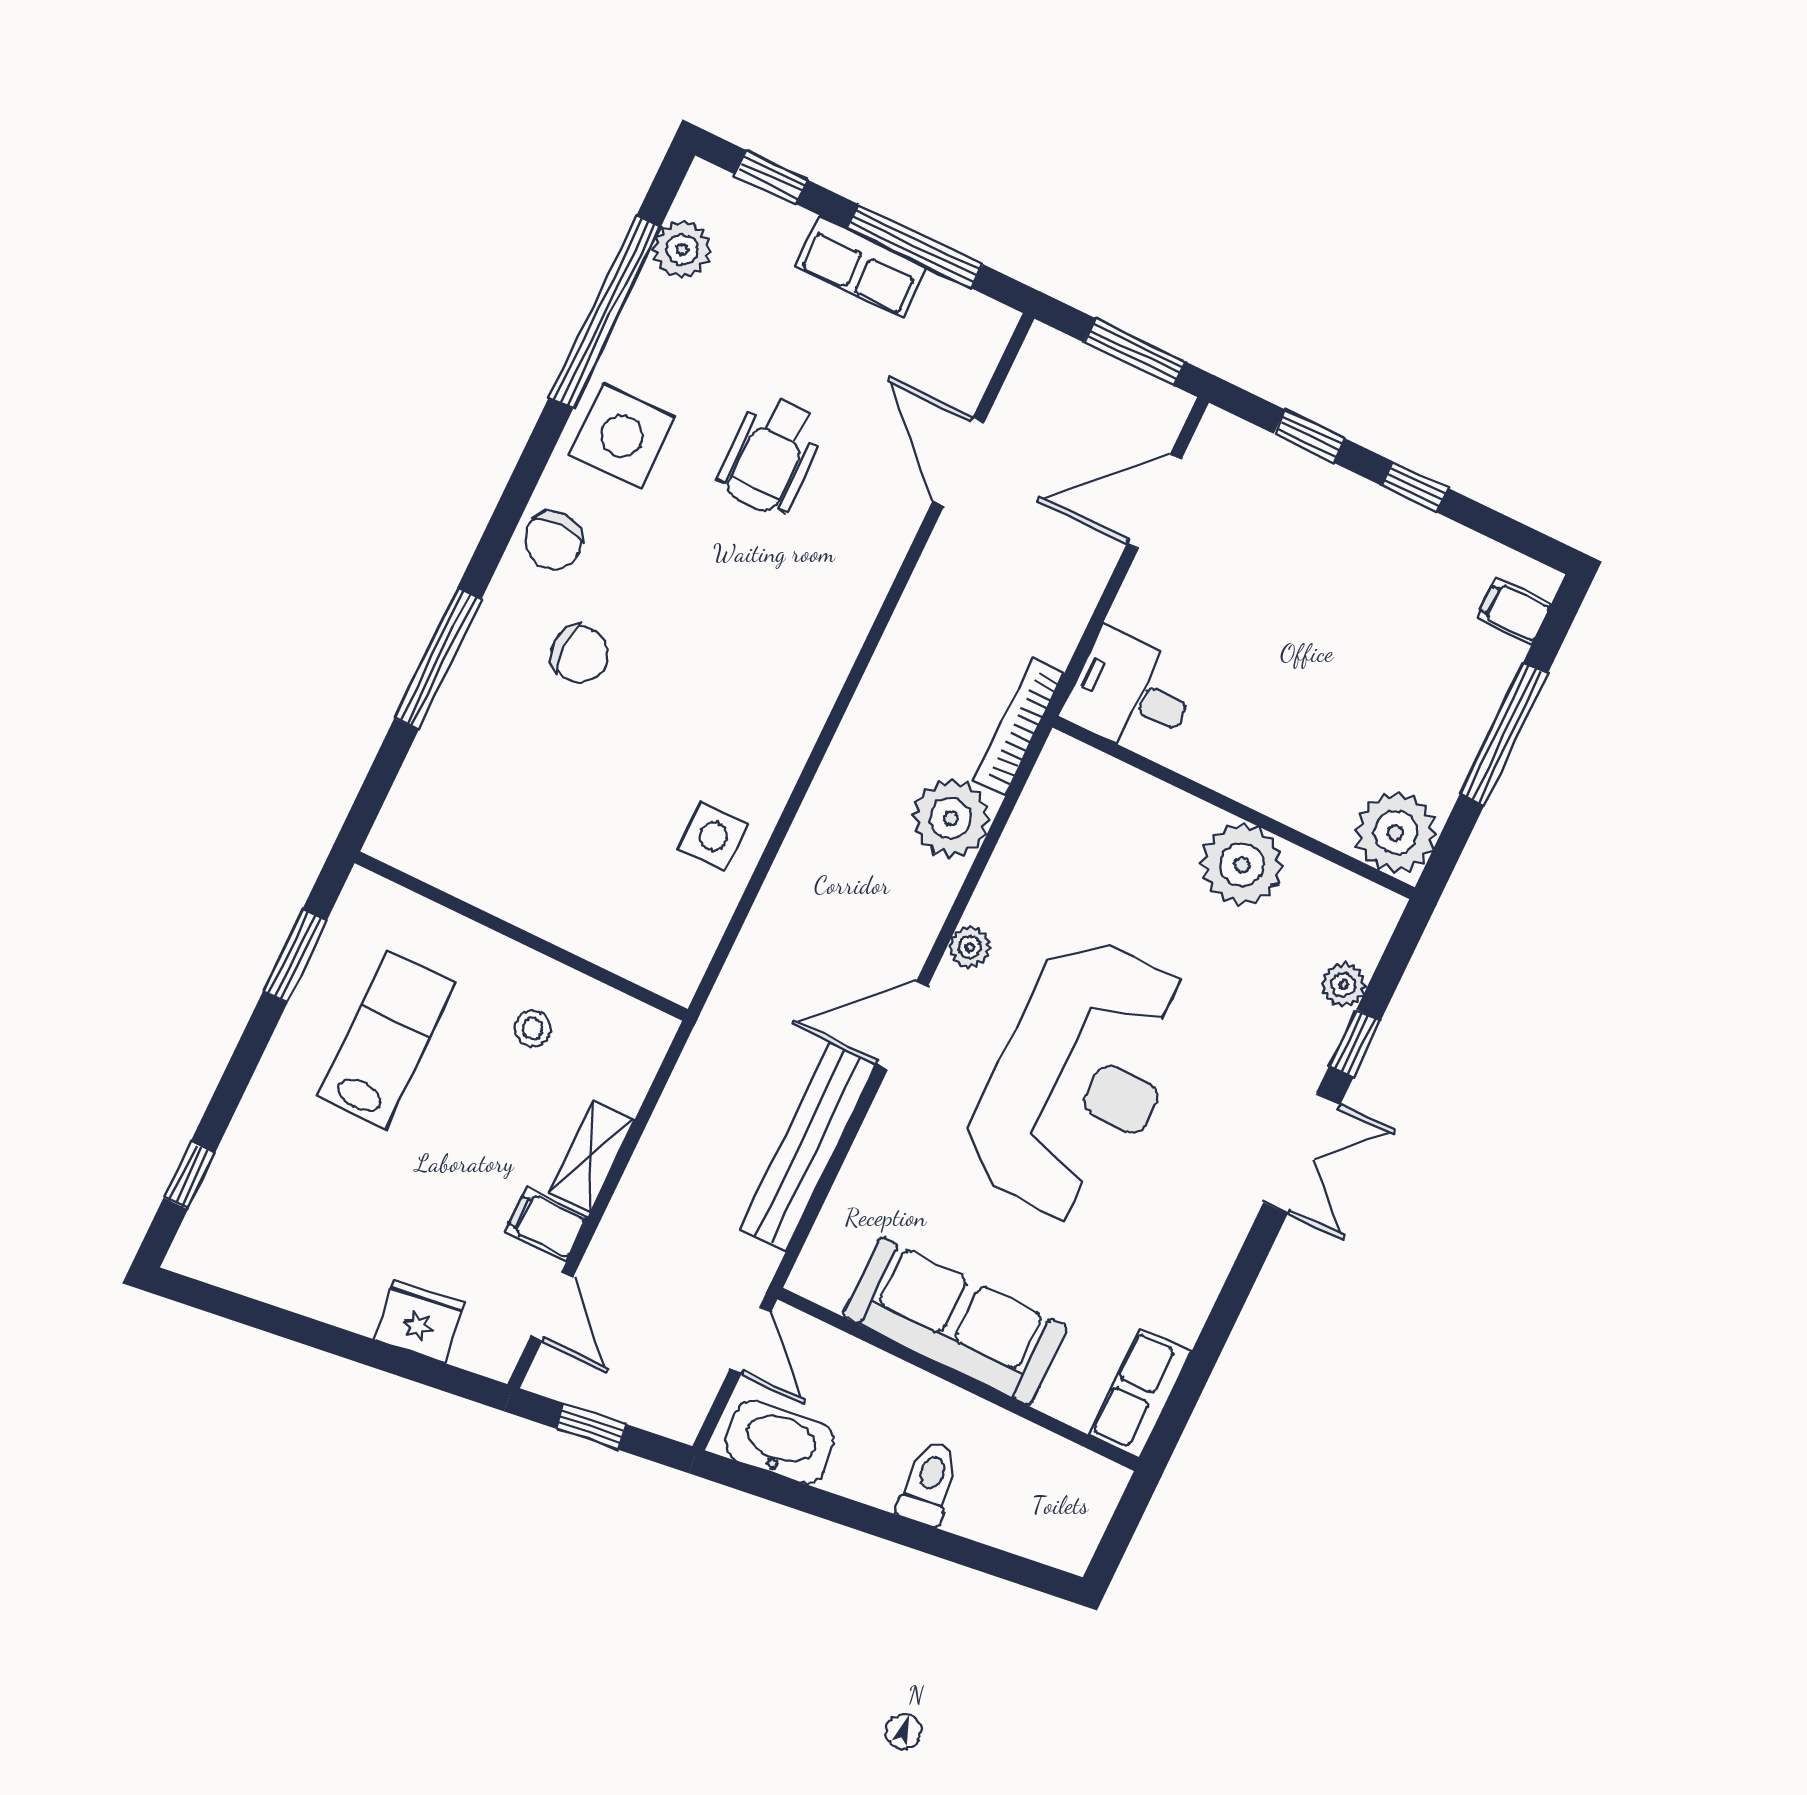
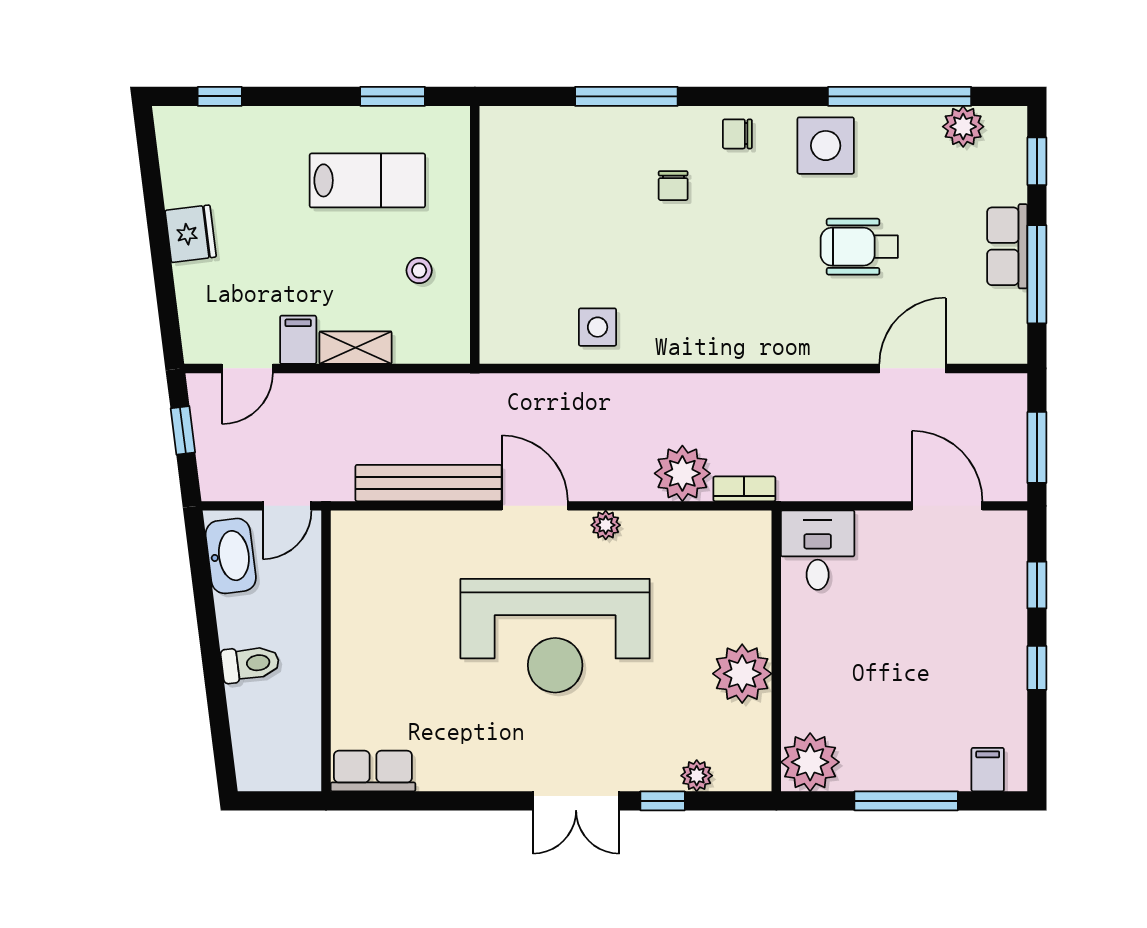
chair: (553, 541) -> (737, 134), width x0.73, depth x0.73
chair: (580, 654) -> (673, 186), width x0.73, depth x0.73
bookcase: (1019, 727) -> (744, 489), width x0.64
fridge: (419, 1321) -> (191, 234), moved
sofa: (955, 1321) -> (362, 631), removed

